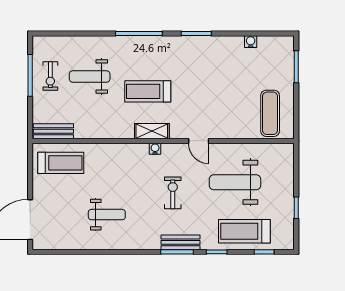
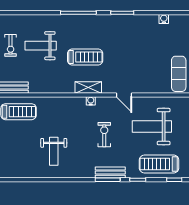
treadmill: (148, 91) -> (85, 57), turned 180
weight bench: (107, 215) -> (54, 151), turned 90

